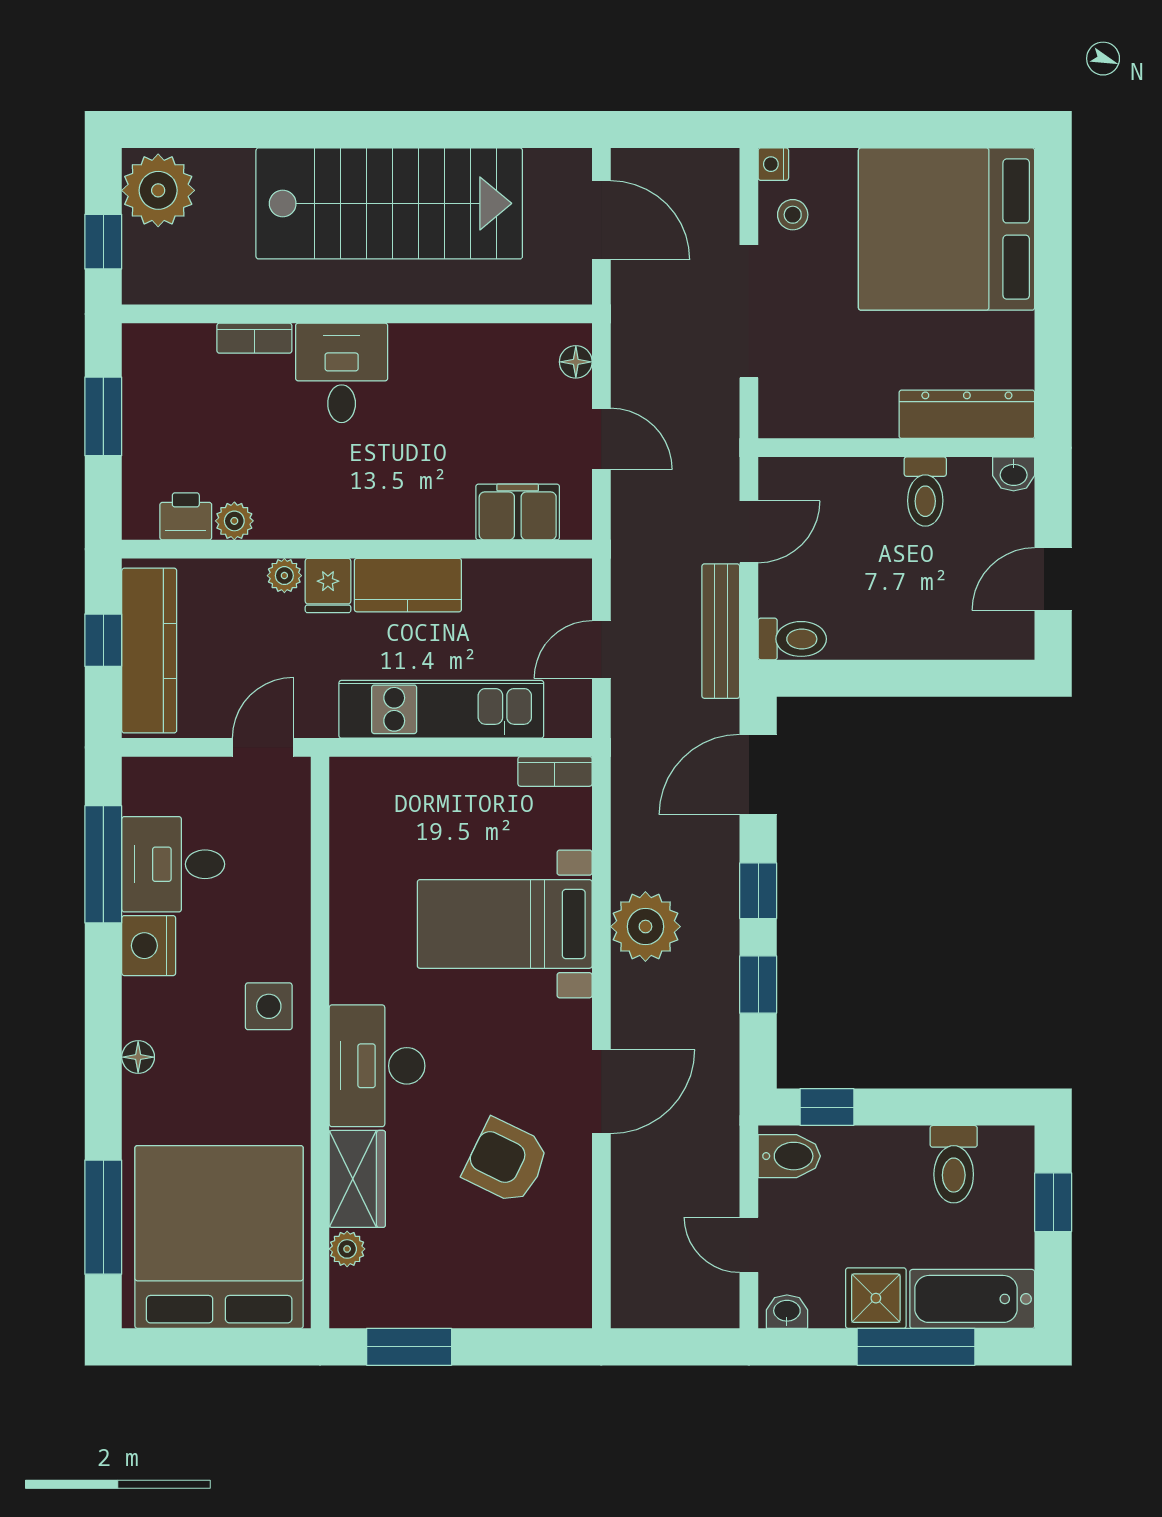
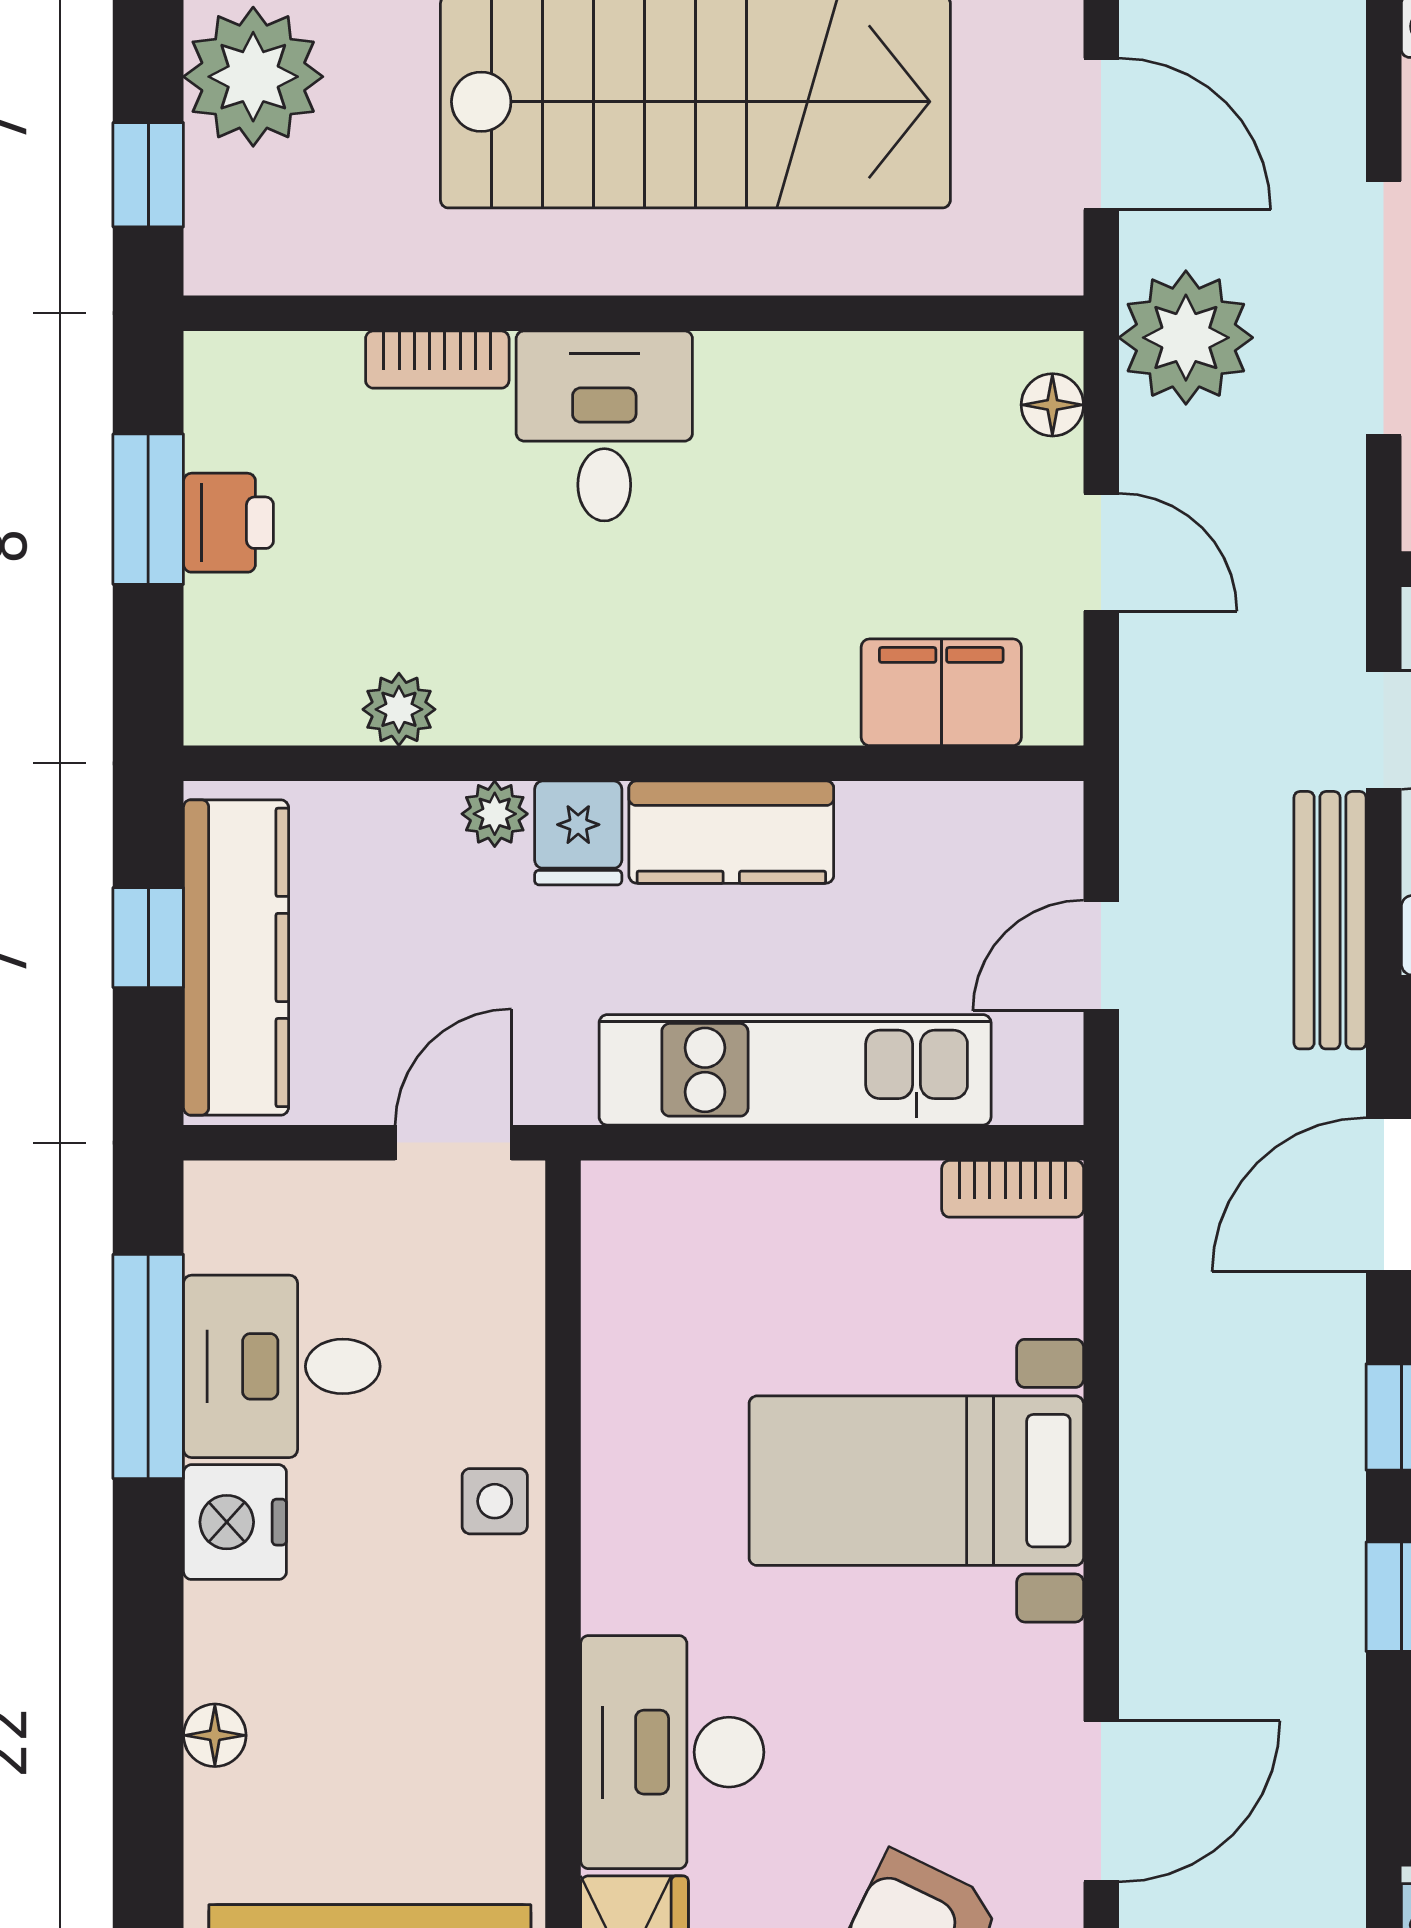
printer: (186, 516) -> (228, 523), moved, turned 90
plant: (645, 927) -> (1186, 338), moved
side table: (269, 1006) -> (495, 1501), moved, width x0.73, depth x0.73

